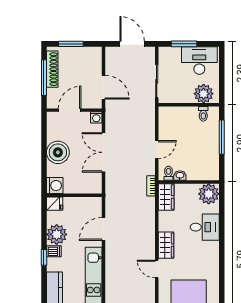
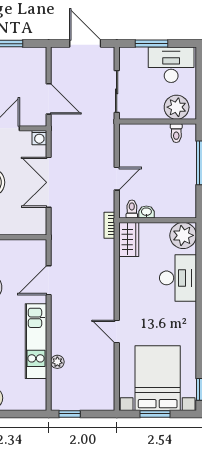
desk: (205, 227) -> (178, 278), width x1.37
wardrobe: (166, 245) -> (129, 301), removed
plant: (110, 293) -> (57, 362), added

